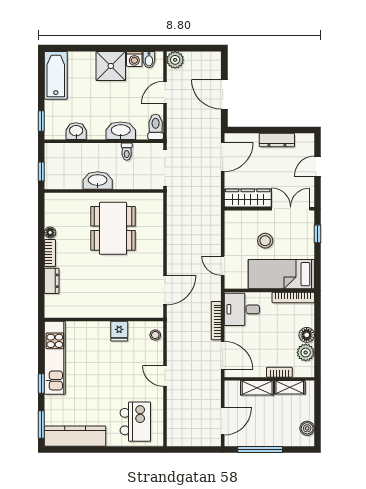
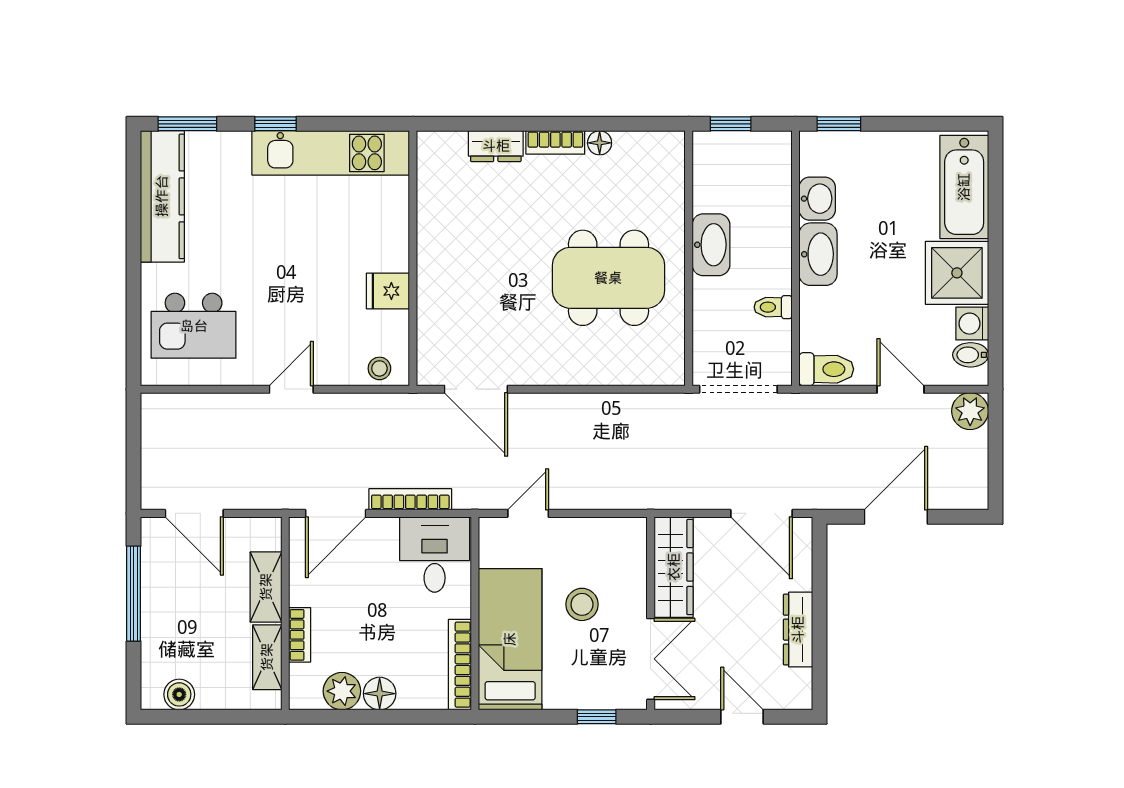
bathtub: (56, 75) -> (964, 187), moved, turned 90
washbasin: (121, 131) -> (818, 254), moved

